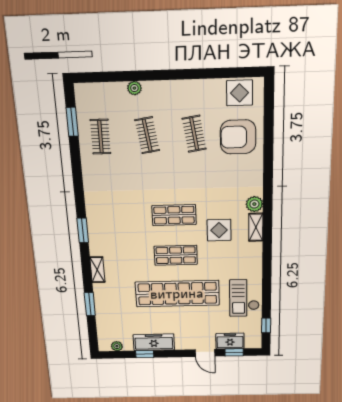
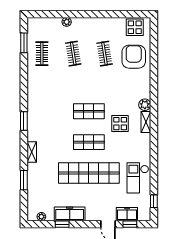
armchair: (238, 137) -> (134, 57), turned 90

